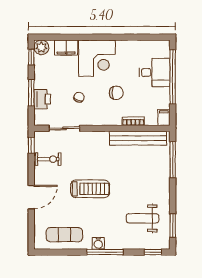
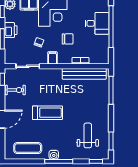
printer: (42, 99) -> (11, 30), moved
filing cabinet: (164, 118) -> (52, 58), moved
weight bench: (143, 218) -> (88, 135), turned 90

